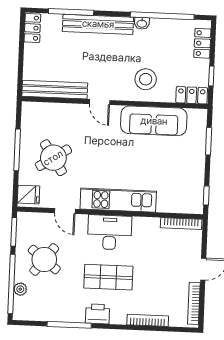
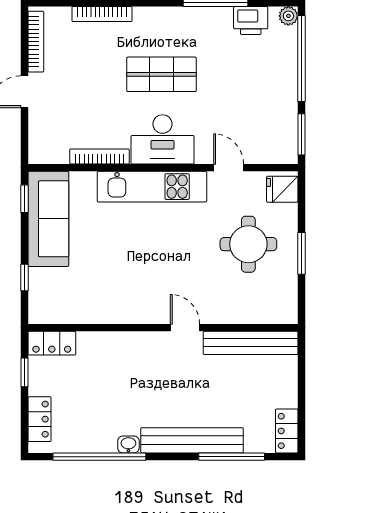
stool: (146, 79) -> (120, 364), removed
sofa: (154, 121) -> (48, 219), moved, turned 90
window: (209, 141) -> (24, 278), width x0.67
window: (17, 150) -> (302, 253), width x0.69
round table: (53, 158) -> (248, 244), turned 33
bookcase: (181, 224) -> (99, 156), moved
round table: (44, 260) -> (256, 96), removed
plant: (20, 289) -> (288, 16), moved
printer: (98, 314) -> (251, 20), moved

